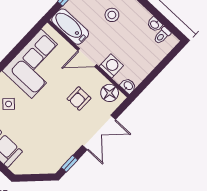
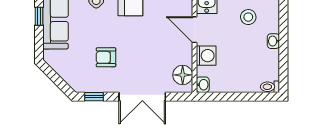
washbasin: (155, 24) -> (273, 41), moved
toilet: (162, 36) -> (270, 87), moved
armchair: (79, 98) -> (106, 57), moved

